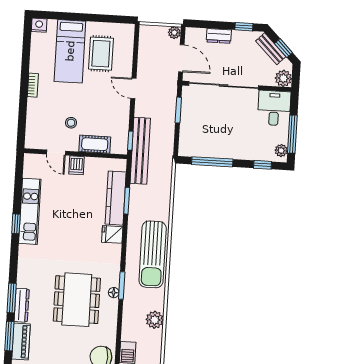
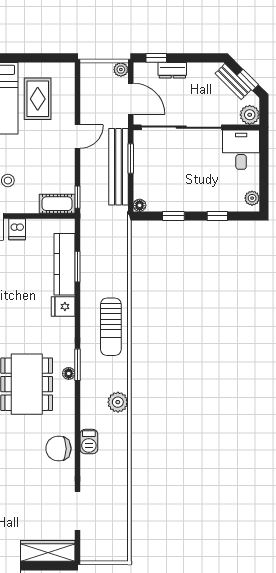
window: (244, 27) -> (156, 58), moved
door: (133, 88) -> (77, 137), swing flipped
window: (292, 134) -> (264, 179), removed
cot: (95, 144) -> (57, 204), moved
bench: (140, 151) -> (118, 167), moved
floor lamp: (184, 151) -> (140, 205), added
window: (212, 162) -> (173, 216), width x0.46
window: (263, 165) -> (217, 216), moved
sun lounger: (153, 254) -> (111, 327), width x0.73, depth x0.75

